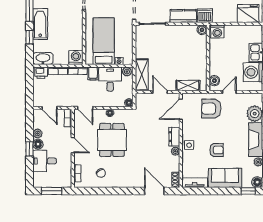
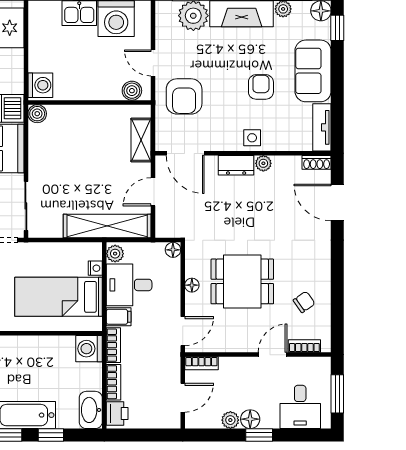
shelving: (142, 75) -> (107, 226), width x1.47
door: (73, 145) -> (273, 355), moved
desk: (45, 161) -> (300, 407), moved
door: (154, 191) -> (337, 202), hinge flipped

